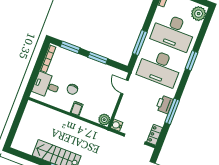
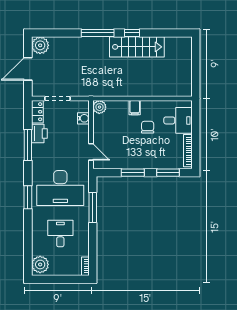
desk: (173, 32) -> (60, 233), width x0.53, depth x0.77
window: (192, 61) -> (28, 197), moved
desk: (160, 68) -> (60, 188), turned 180
printer: (164, 104) -> (39, 133), moved
water cooler: (117, 125) -> (83, 118), moved

